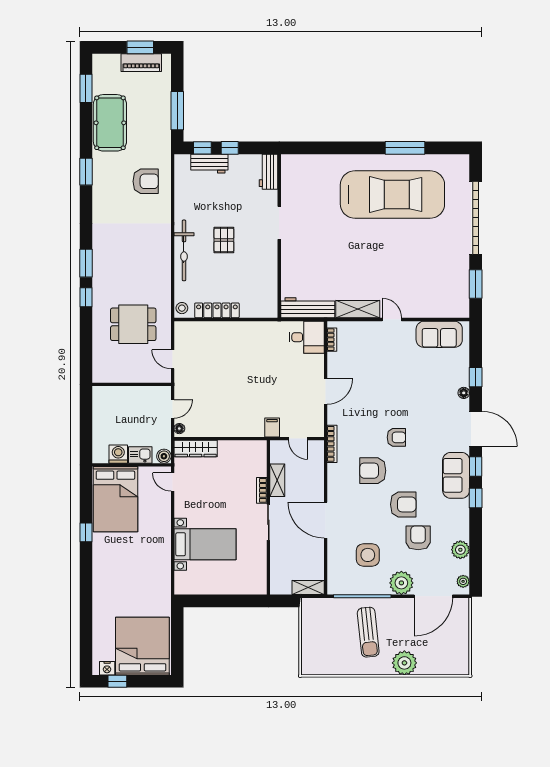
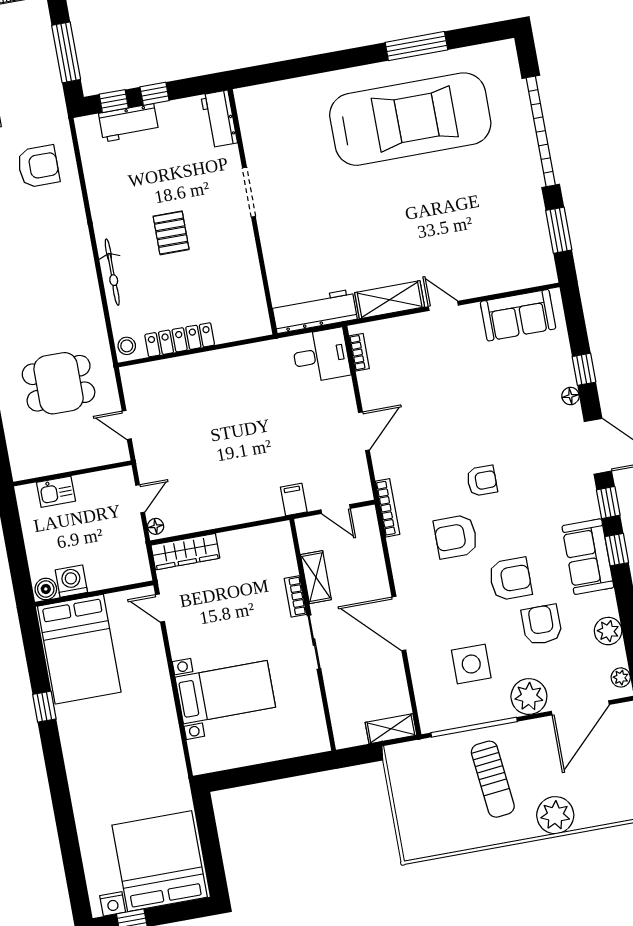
bicycle: (184, 250) -> (112, 272), width x0.73, depth x0.71
kitchen sink: (140, 455) -> (56, 492), moved, turned 180
boiler: (164, 456) -> (46, 589), moved
sofa: (456, 475) -> (588, 557), moved

